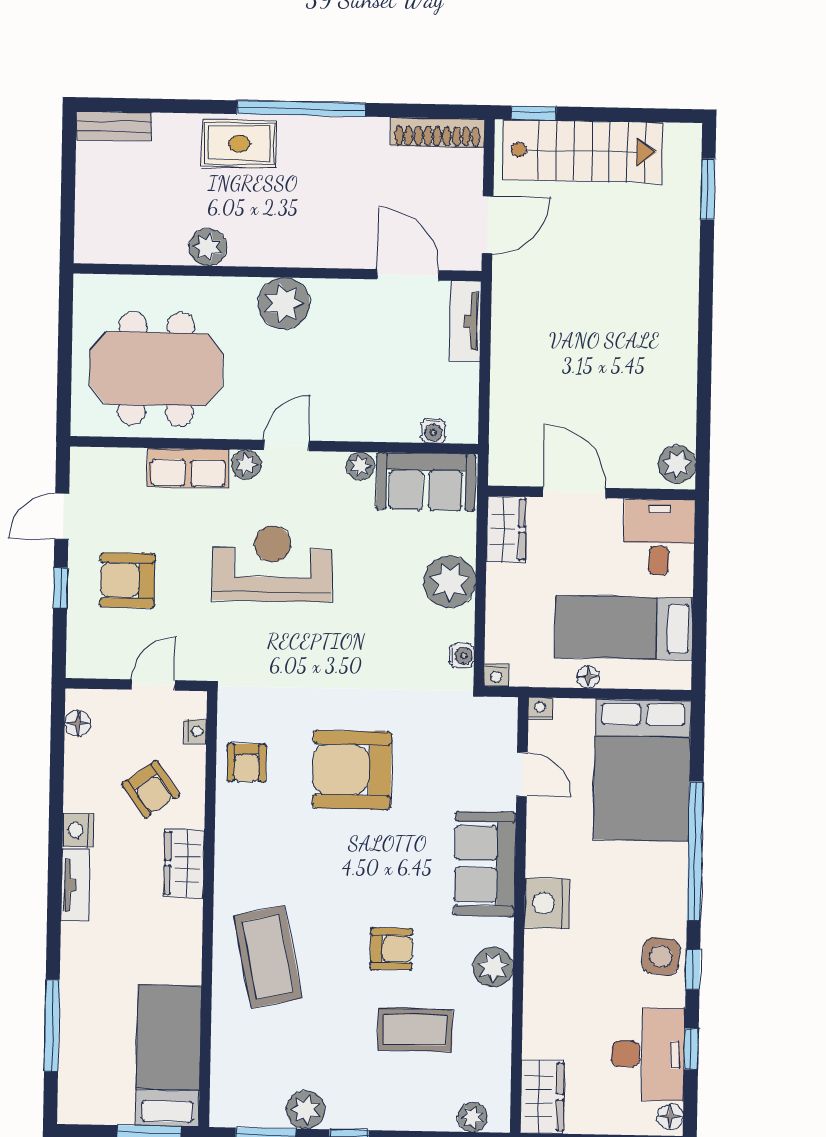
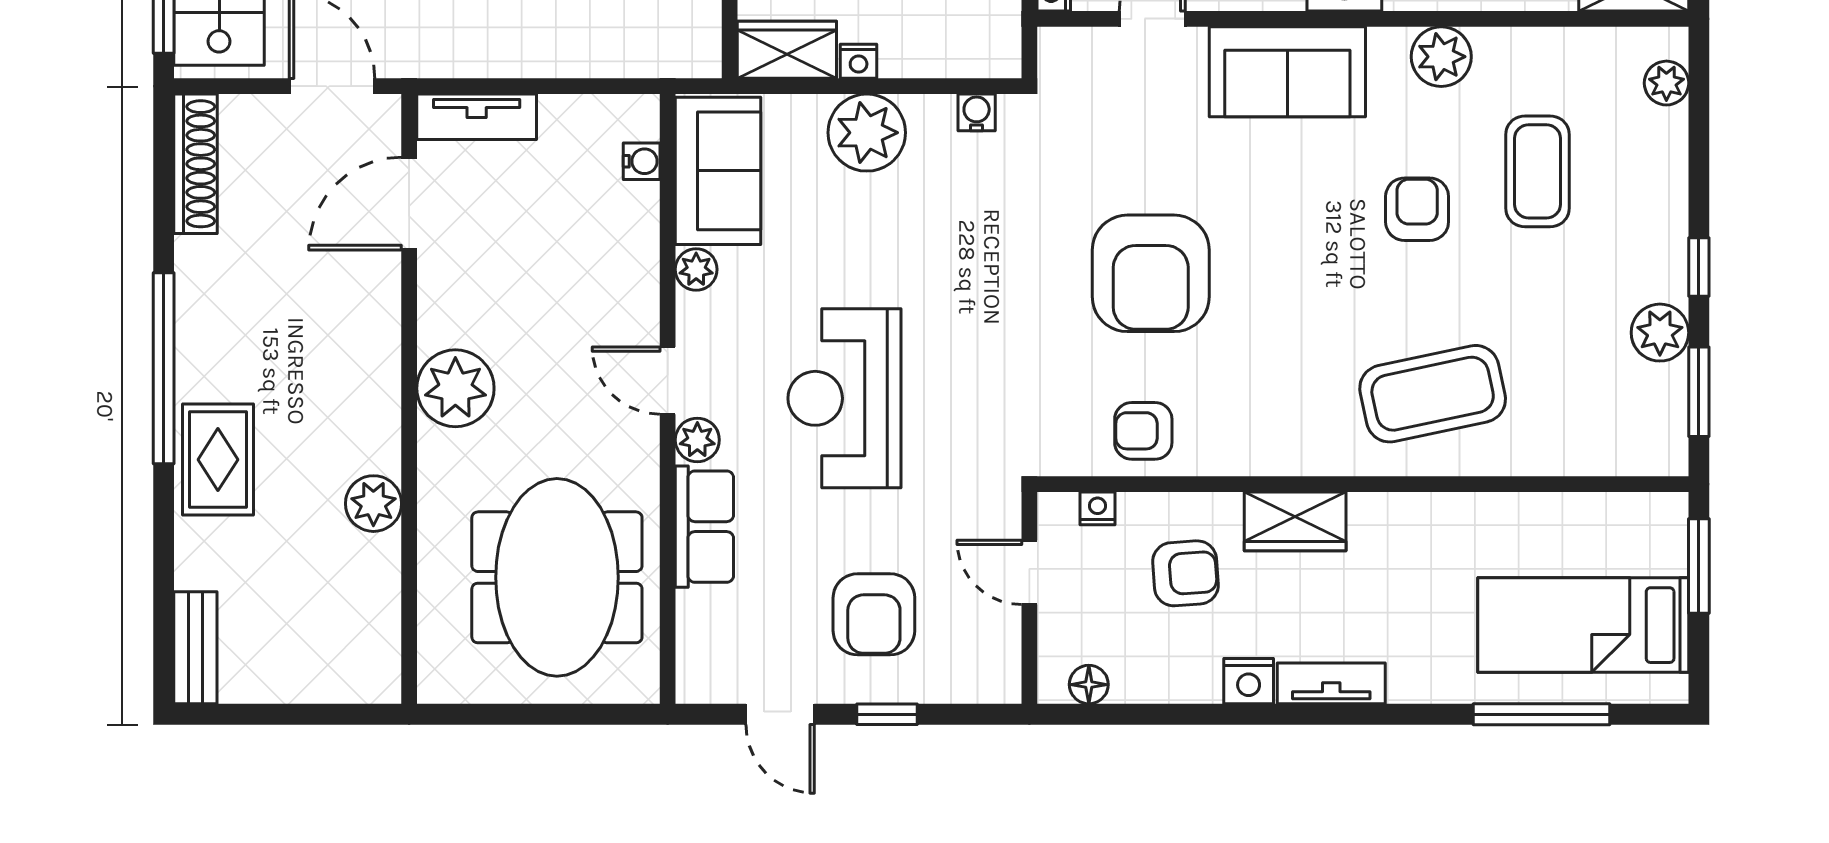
nightstand: (496, 675) -> (859, 61), moved, turned 90
armchair: (247, 763) -> (1143, 431), turned 180
armchair: (151, 789) -> (1185, 573), turned 31
bed: (168, 1056) -> (1583, 625), moved

